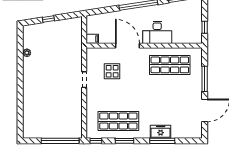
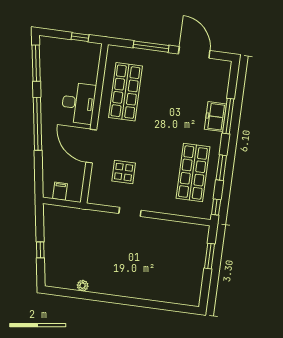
filing cabinet: (92, 39) -> (60, 191), moved
door: (128, 46) -> (91, 146), hinge flipped
window: (60, 141) -> (210, 256), width x0.47

